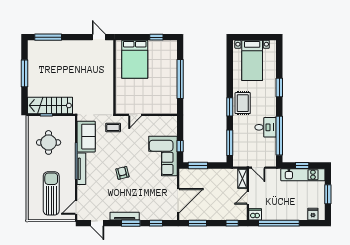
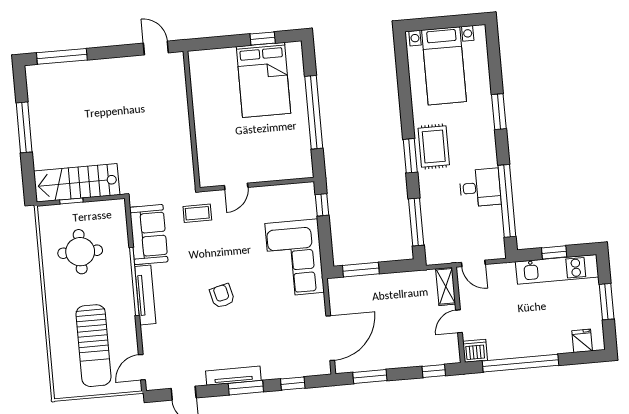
bed: (135, 59) -> (263, 80), moved
window: (180, 146) -> (322, 205), moved
sun lounger: (51, 193) -> (94, 346), turned 180

